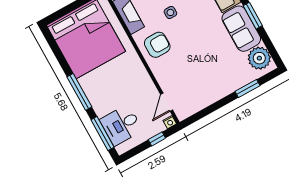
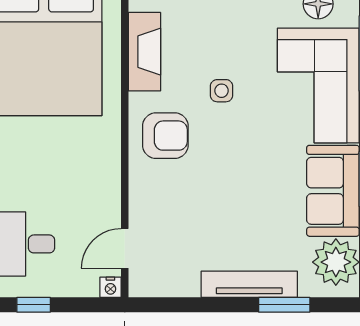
tv unit: (228, 88) -> (249, 284), added
window: (157, 139) -> (34, 305), moved

